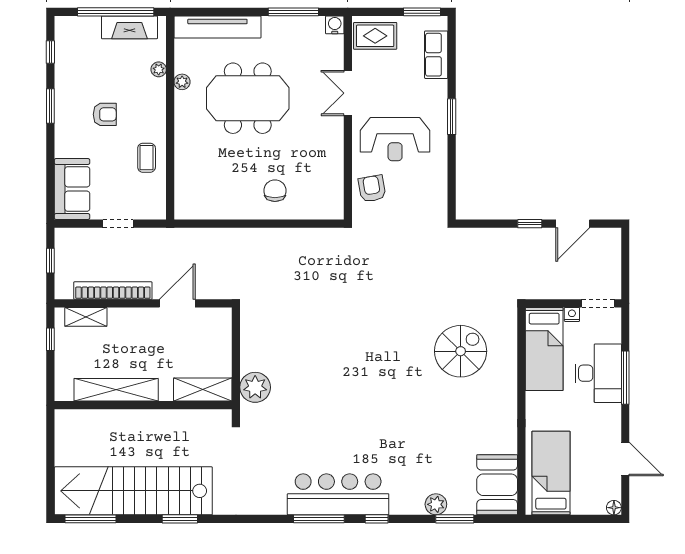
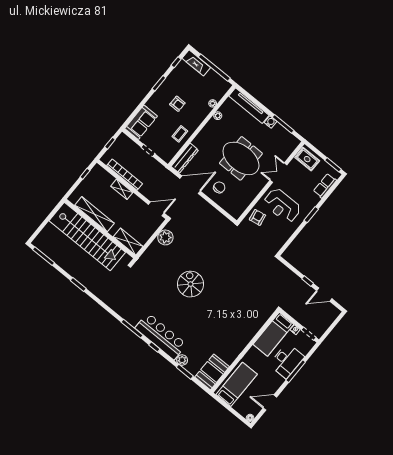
water cooler: (335, 25) -> (270, 122), moved
fireplace: (129, 27) -> (196, 63), moved
meeting table: (248, 98) -> (241, 158), moved
dresser: (185, 189) -> (185, 158), added
door: (227, 224) -> (190, 185), added
door: (177, 303) -> (156, 209), moved
shelving: (86, 317) -> (122, 189), moved
spiral stairs: (461, 351) -> (191, 284), moved, turned -90
plant: (255, 387) -> (165, 237), moved
door: (625, 459) -> (270, 403), swing flipped
stairs: (133, 491) -> (87, 236), moved, turned 180
bar counter: (338, 494) -> (161, 336), moved

